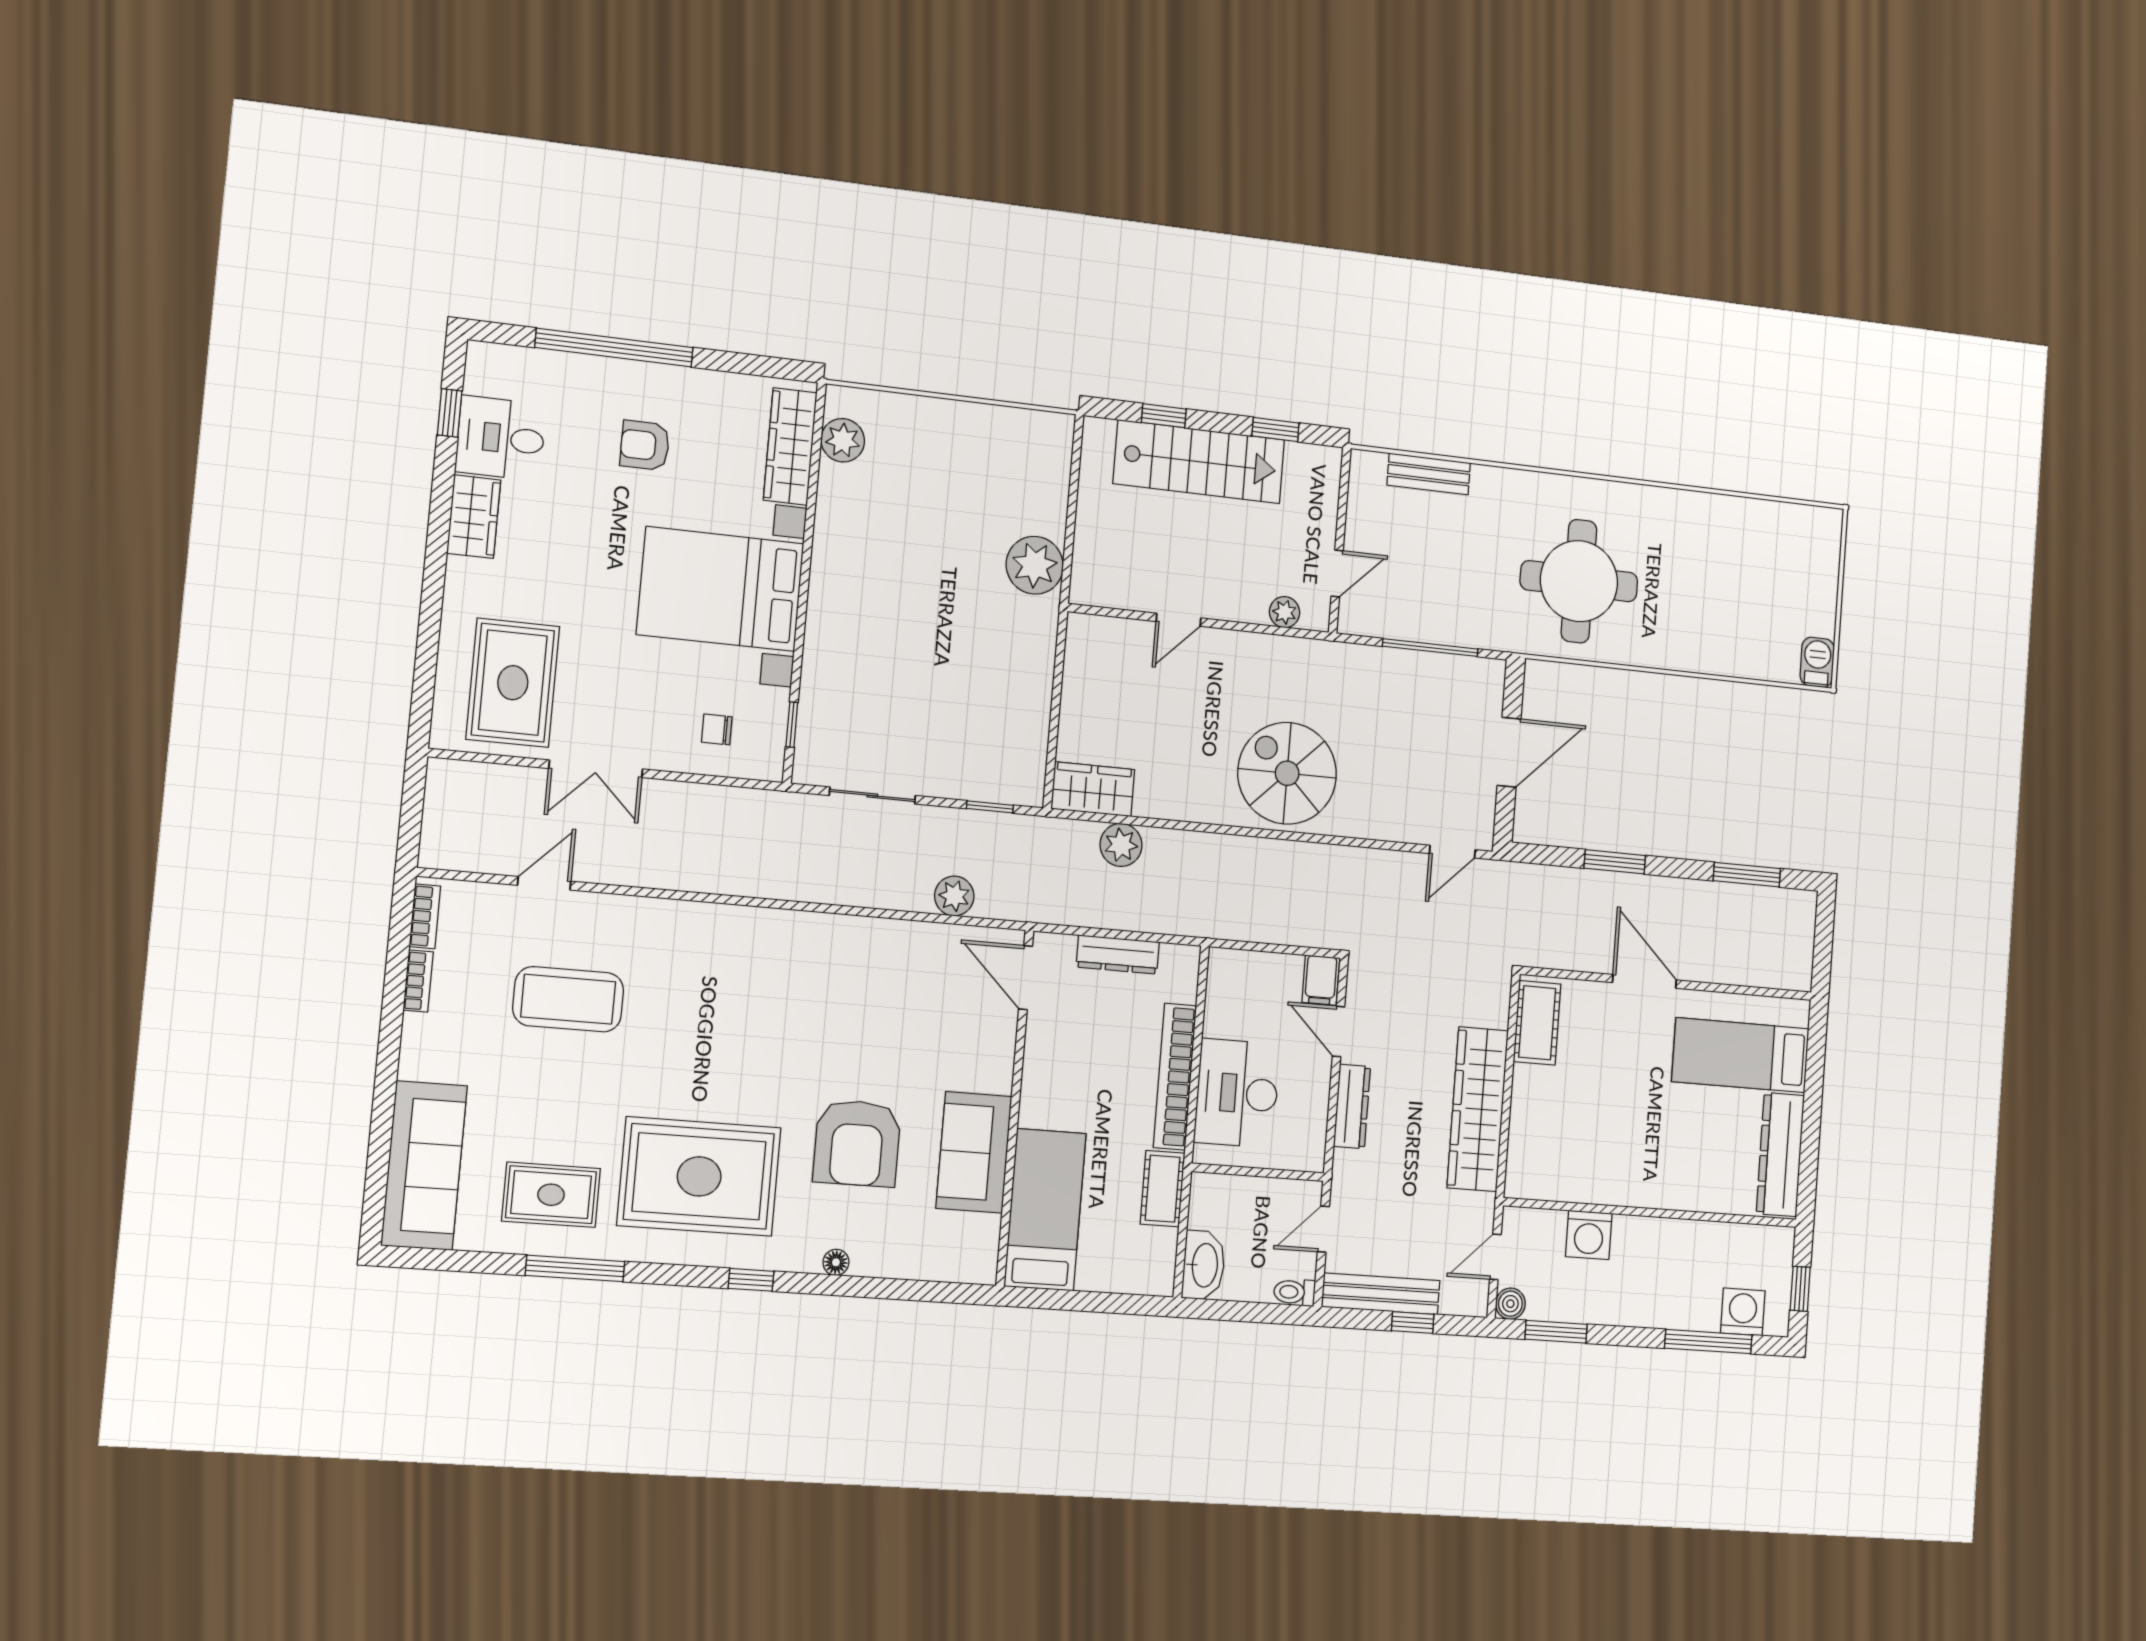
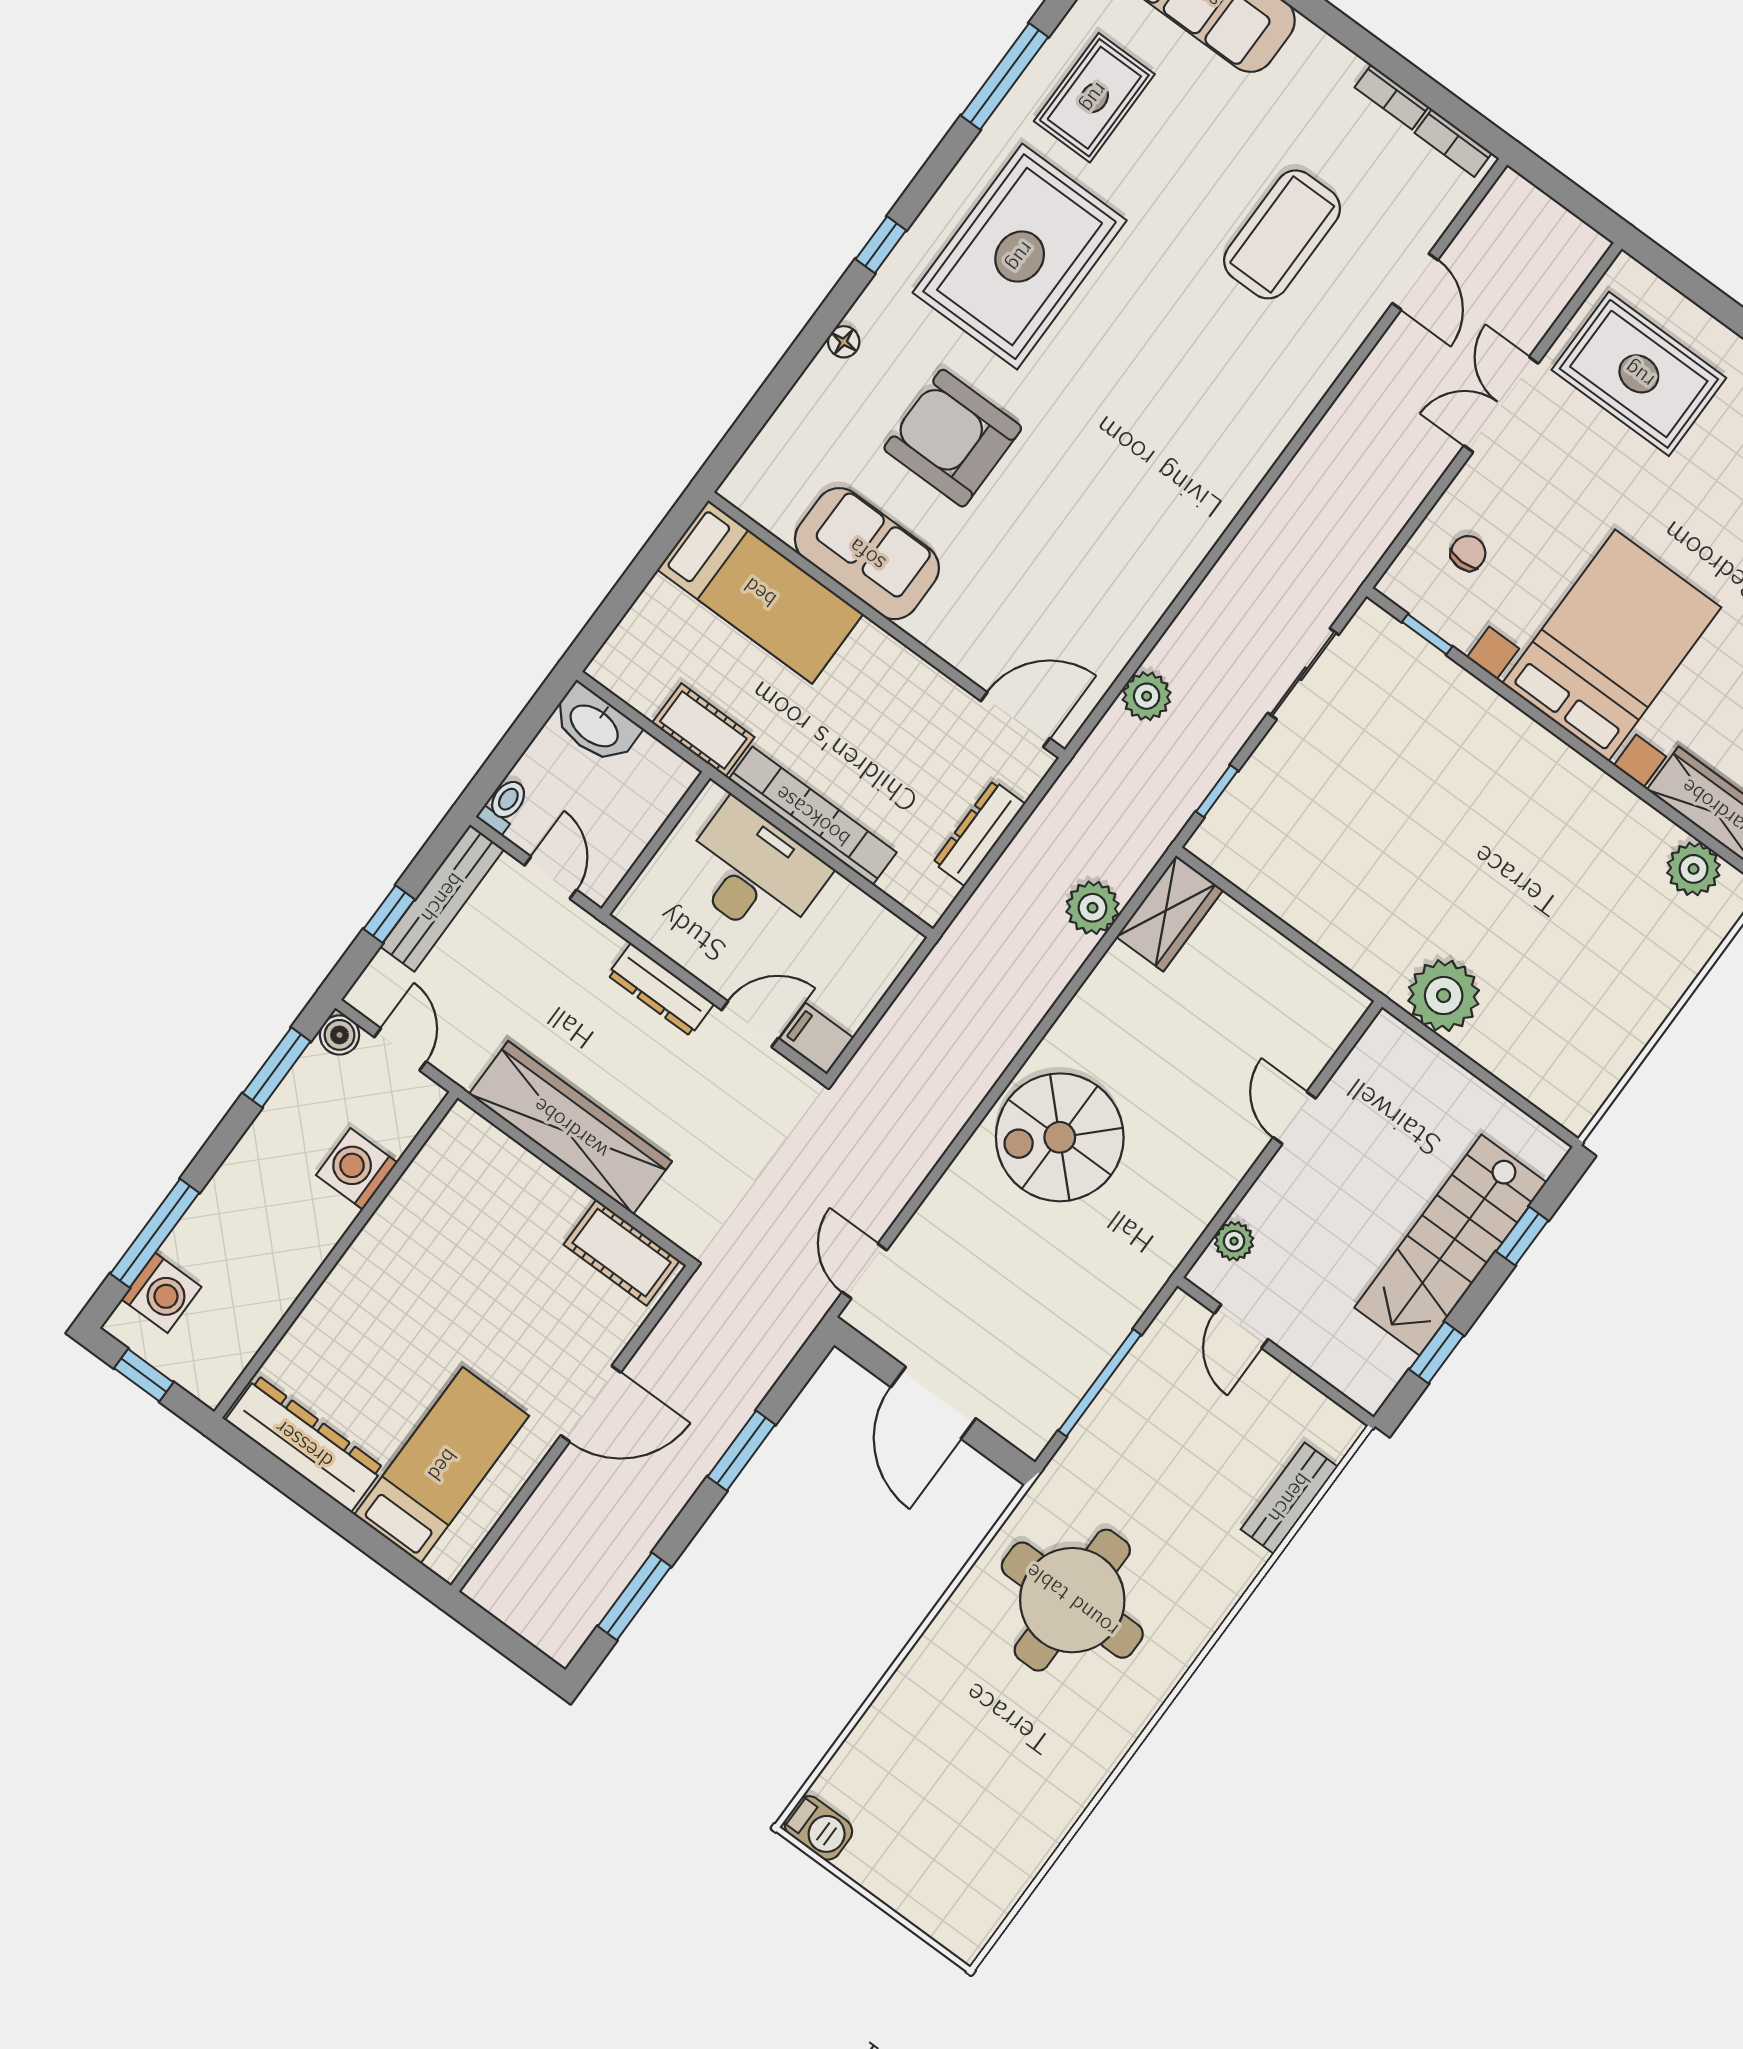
spiral stairs: (1287, 773) -> (1060, 1137), turned 180

